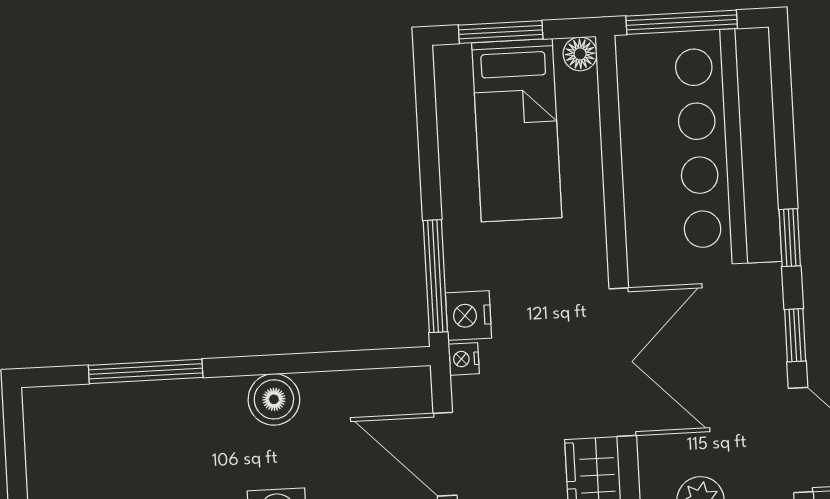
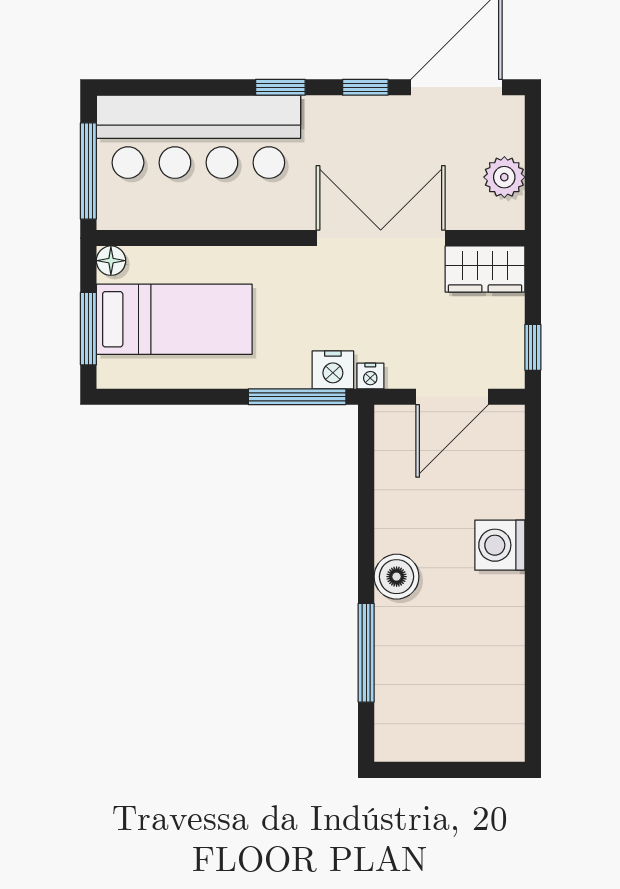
boiler: (274, 399) -> (397, 577), moved

